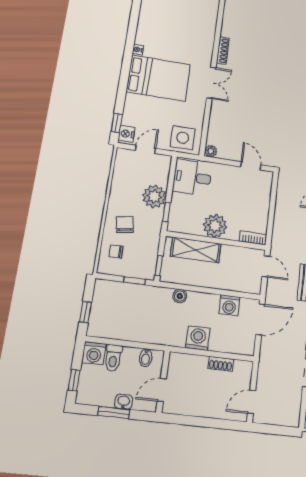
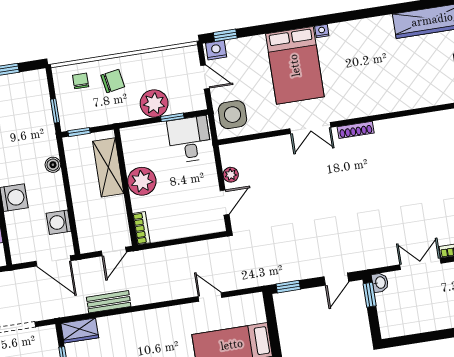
plant: (211, 151) -> (231, 175), moved
window: (167, 212) -> (172, 117), moved

